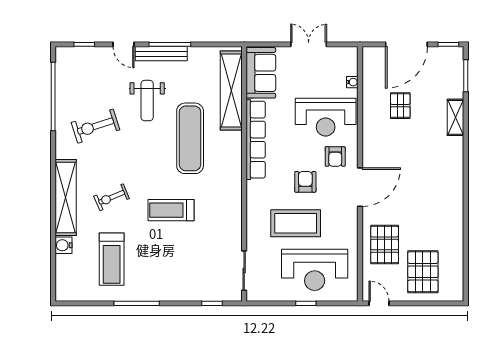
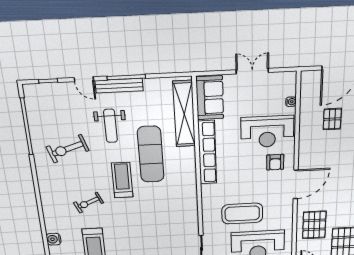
armchair: (305, 182) -> (250, 183), removed
shelving: (66, 197) -> (50, 205), removed
treadmill: (171, 210) -> (122, 180), moved, turned 90

